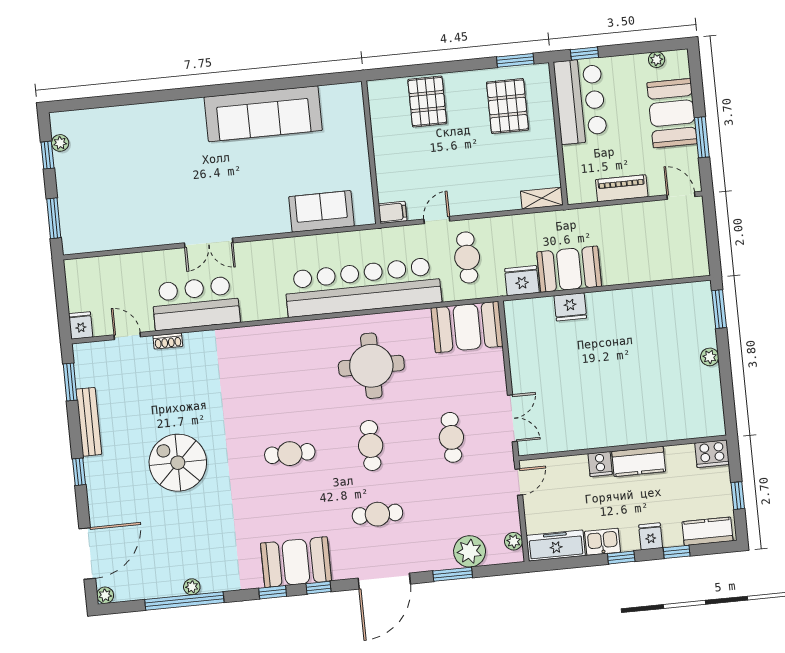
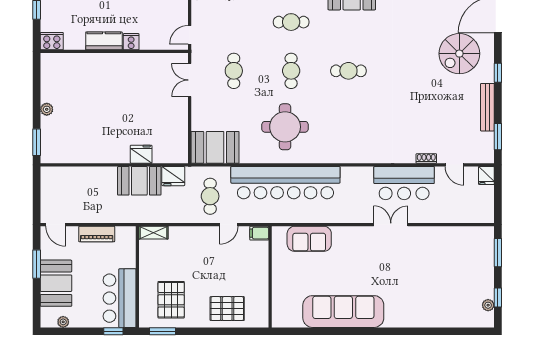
pallet: (427, 102) -> (227, 309), turned 90
spiral stairs: (178, 463) -> (459, 54), moved, turned 90

